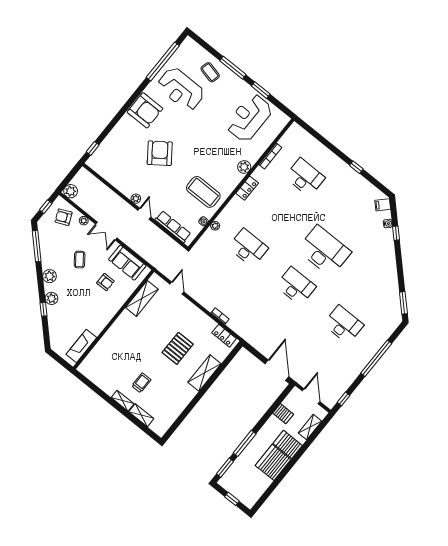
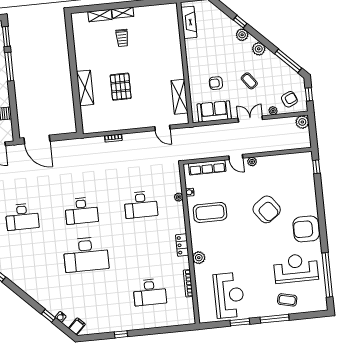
locker: (224, 336) -> (97, 127), removed

